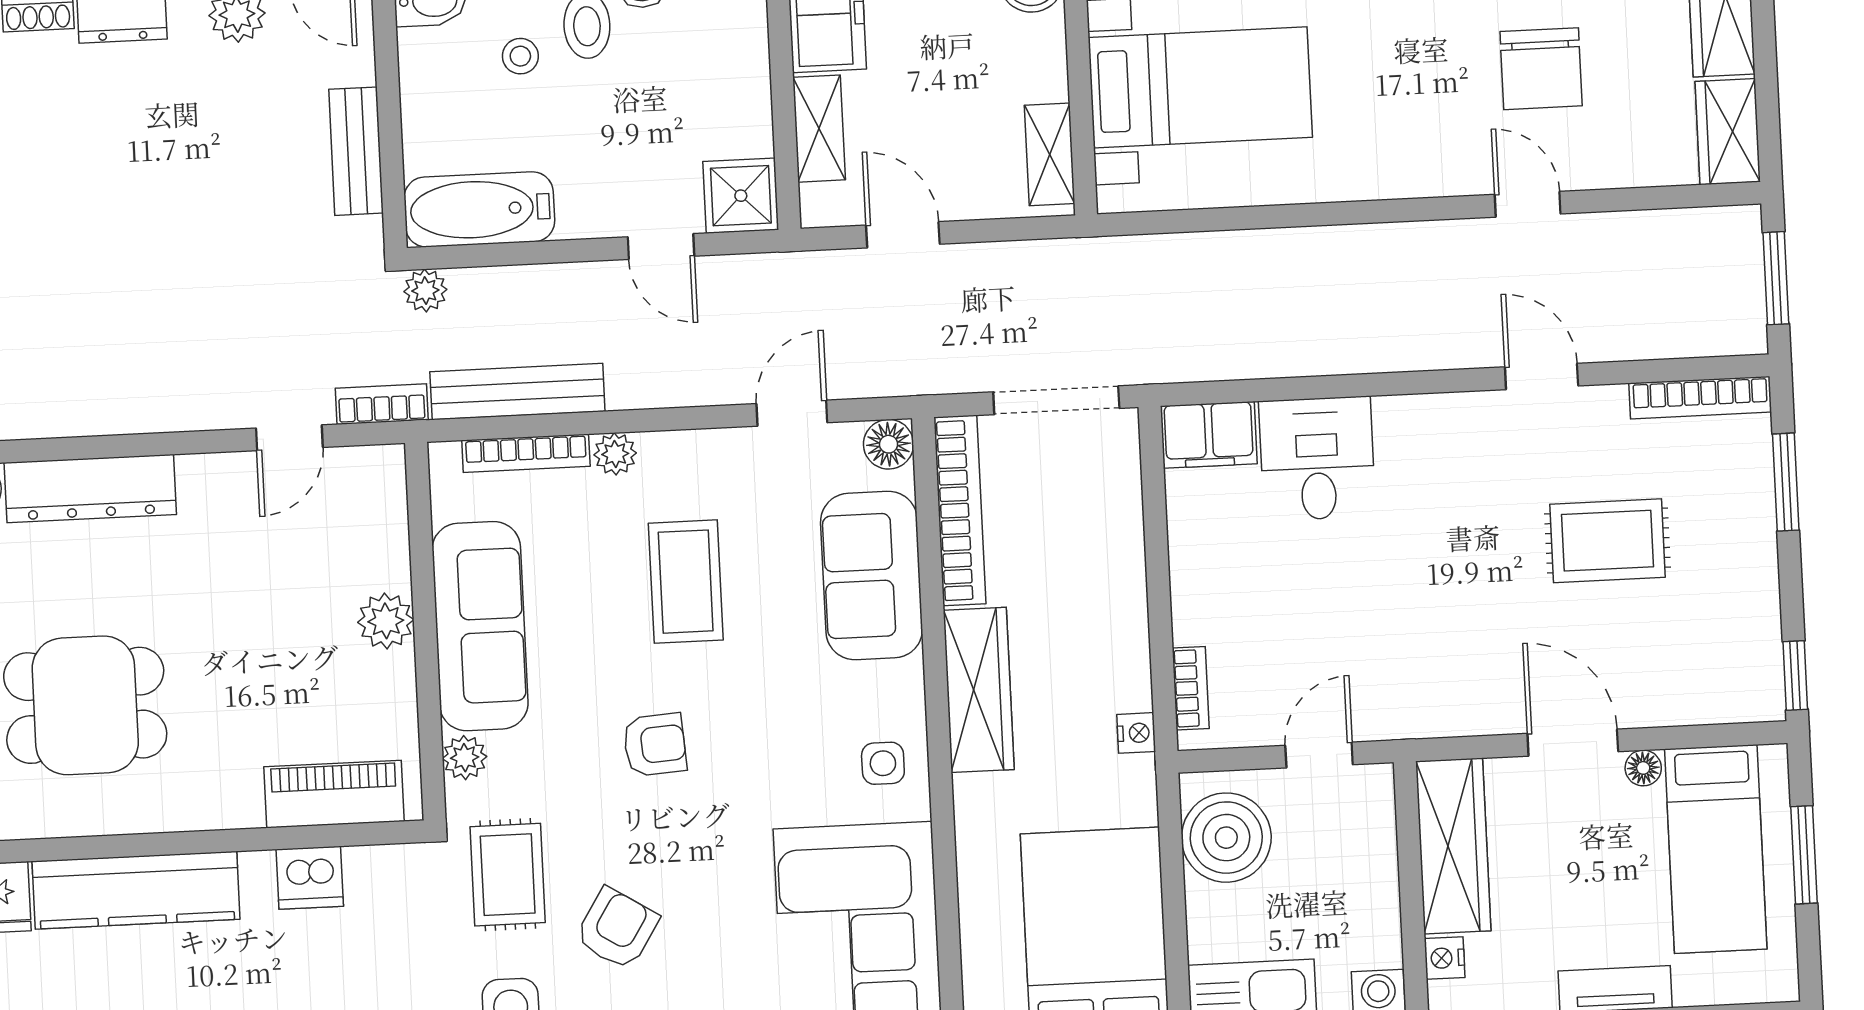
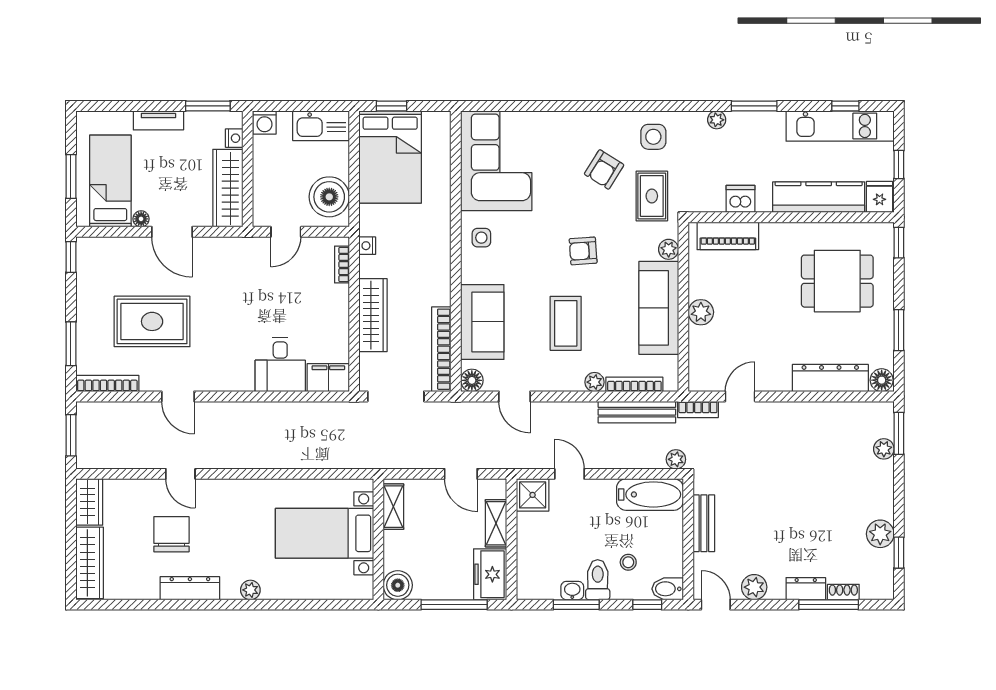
door: (792, 413) -> (514, 396), hinge flipped
rug: (1607, 541) -> (152, 321), width x1.36, depth x1.43
wardrobe: (979, 690) -> (373, 315), moved, turned 180

